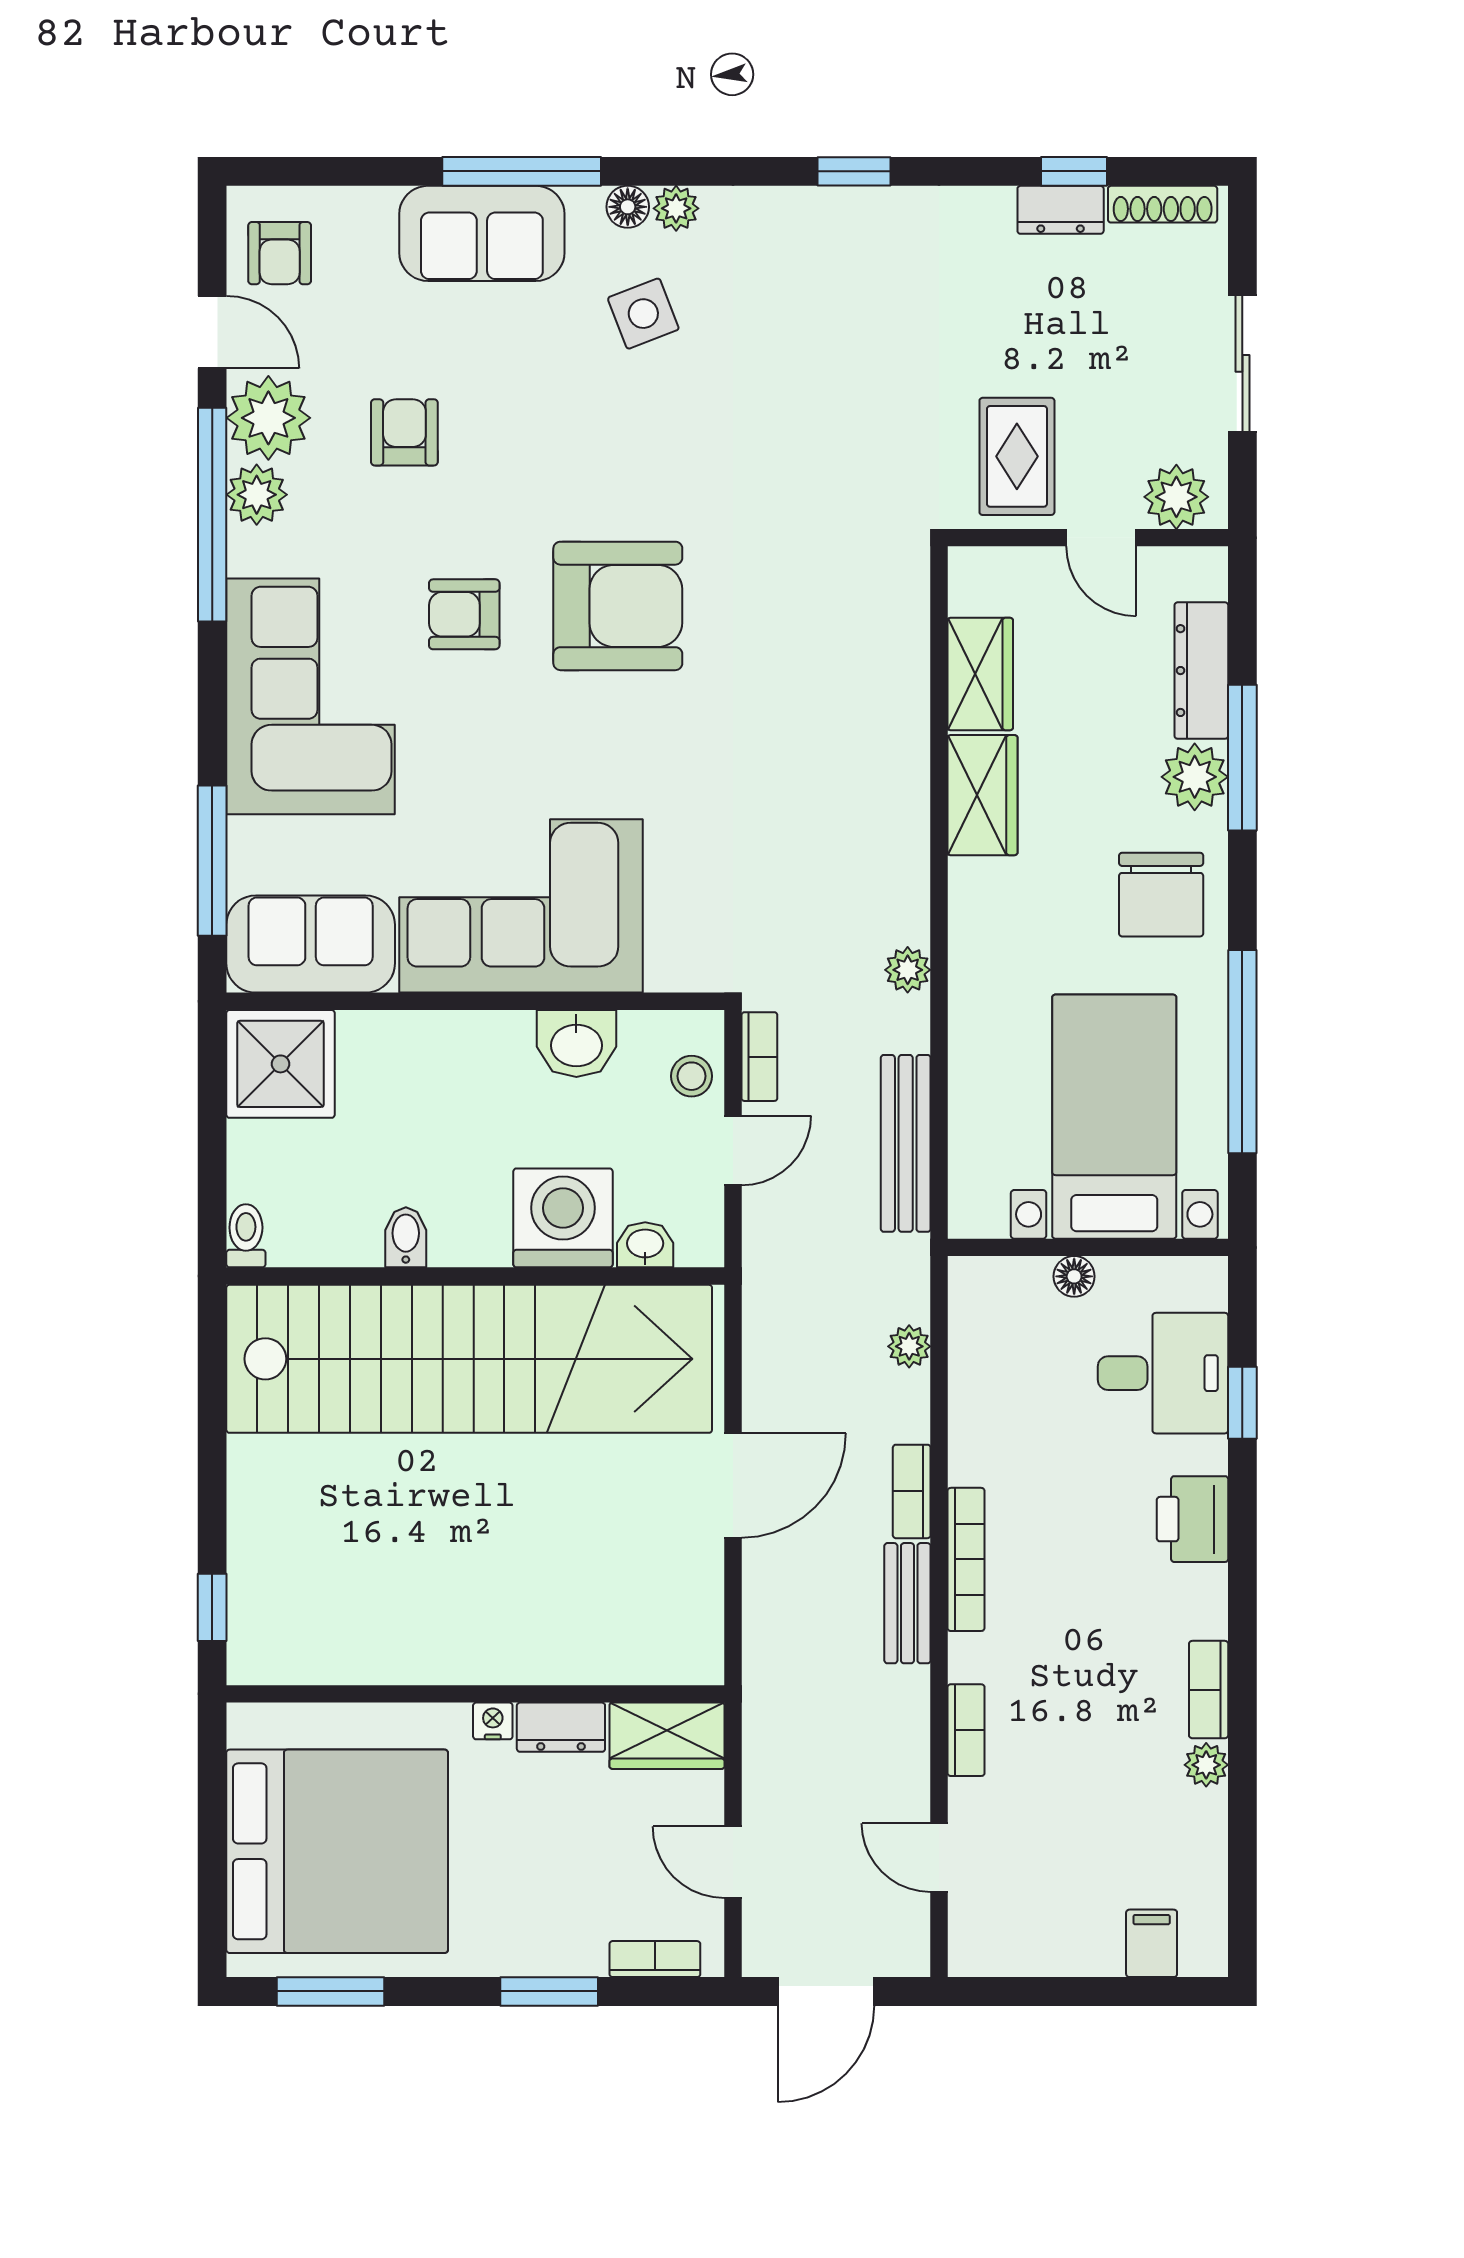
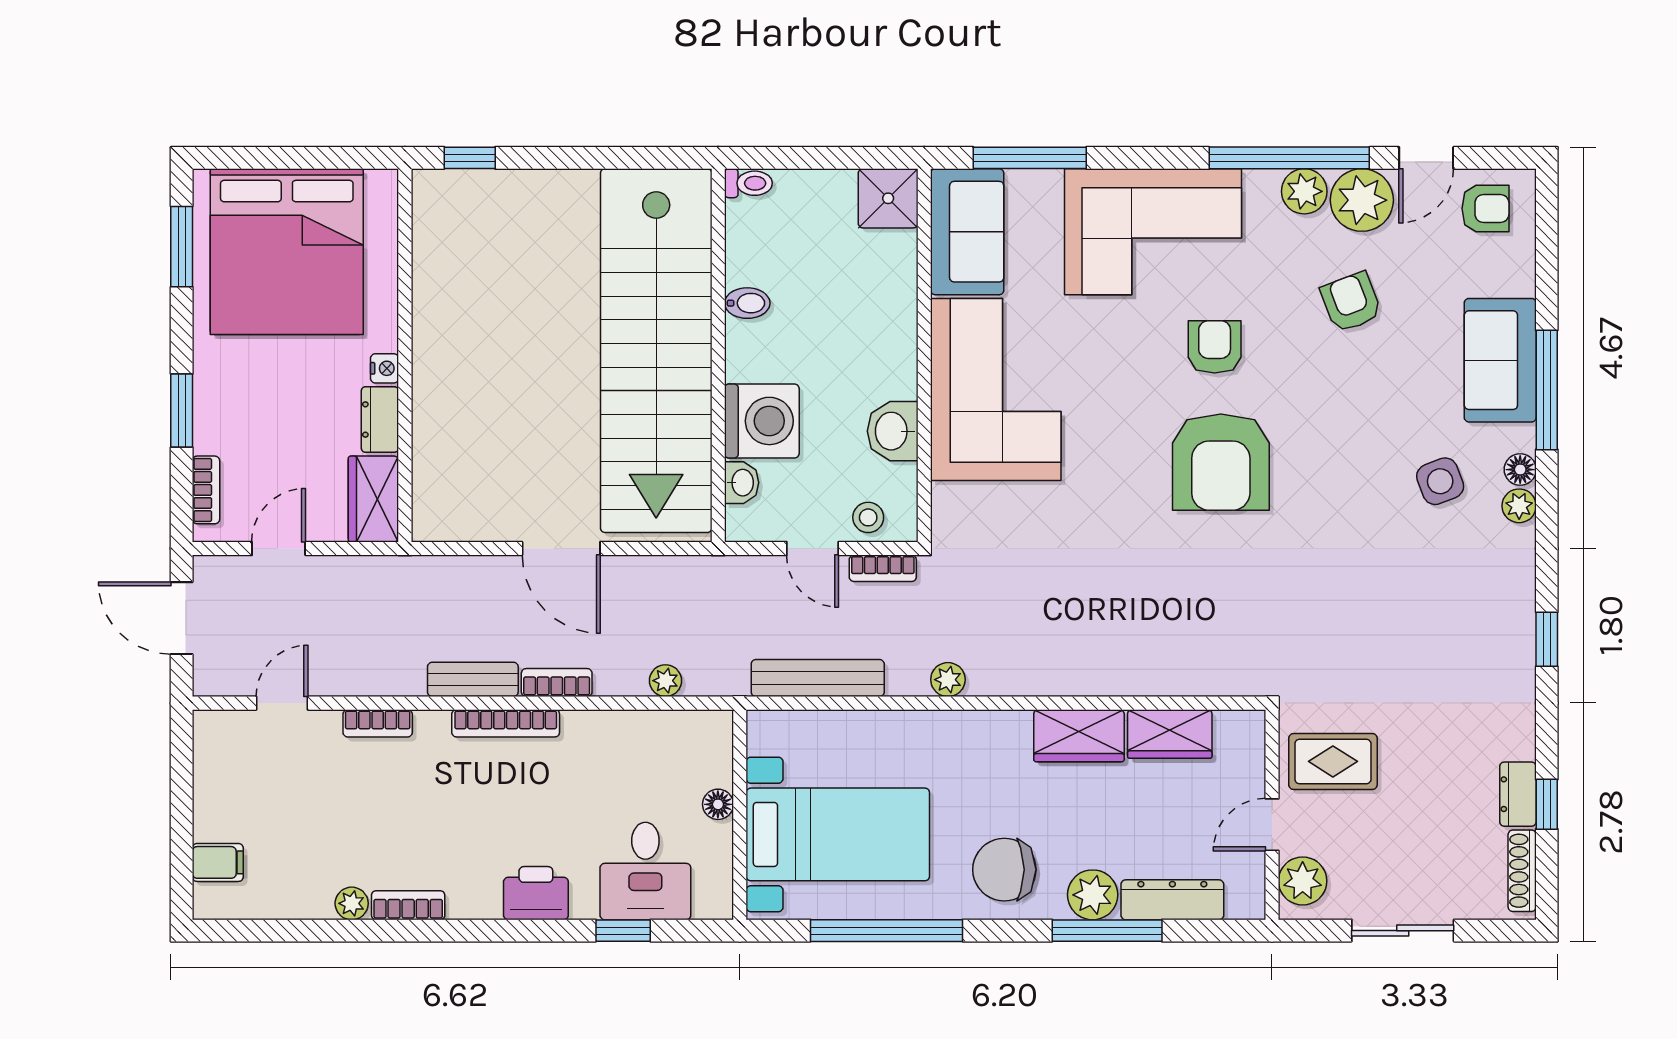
armchair: (280, 253) -> (1485, 208), turned 180
armchair: (404, 432) -> (1351, 302), turned -111
shower: (281, 1064) -> (888, 198), width x0.73, depth x0.73

